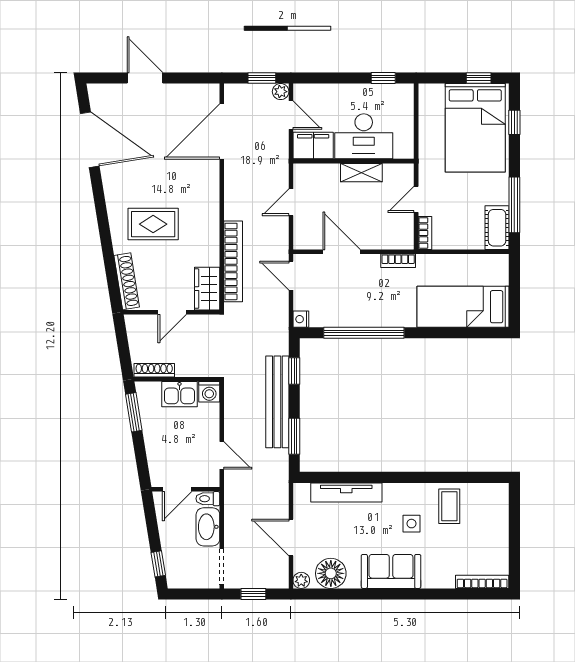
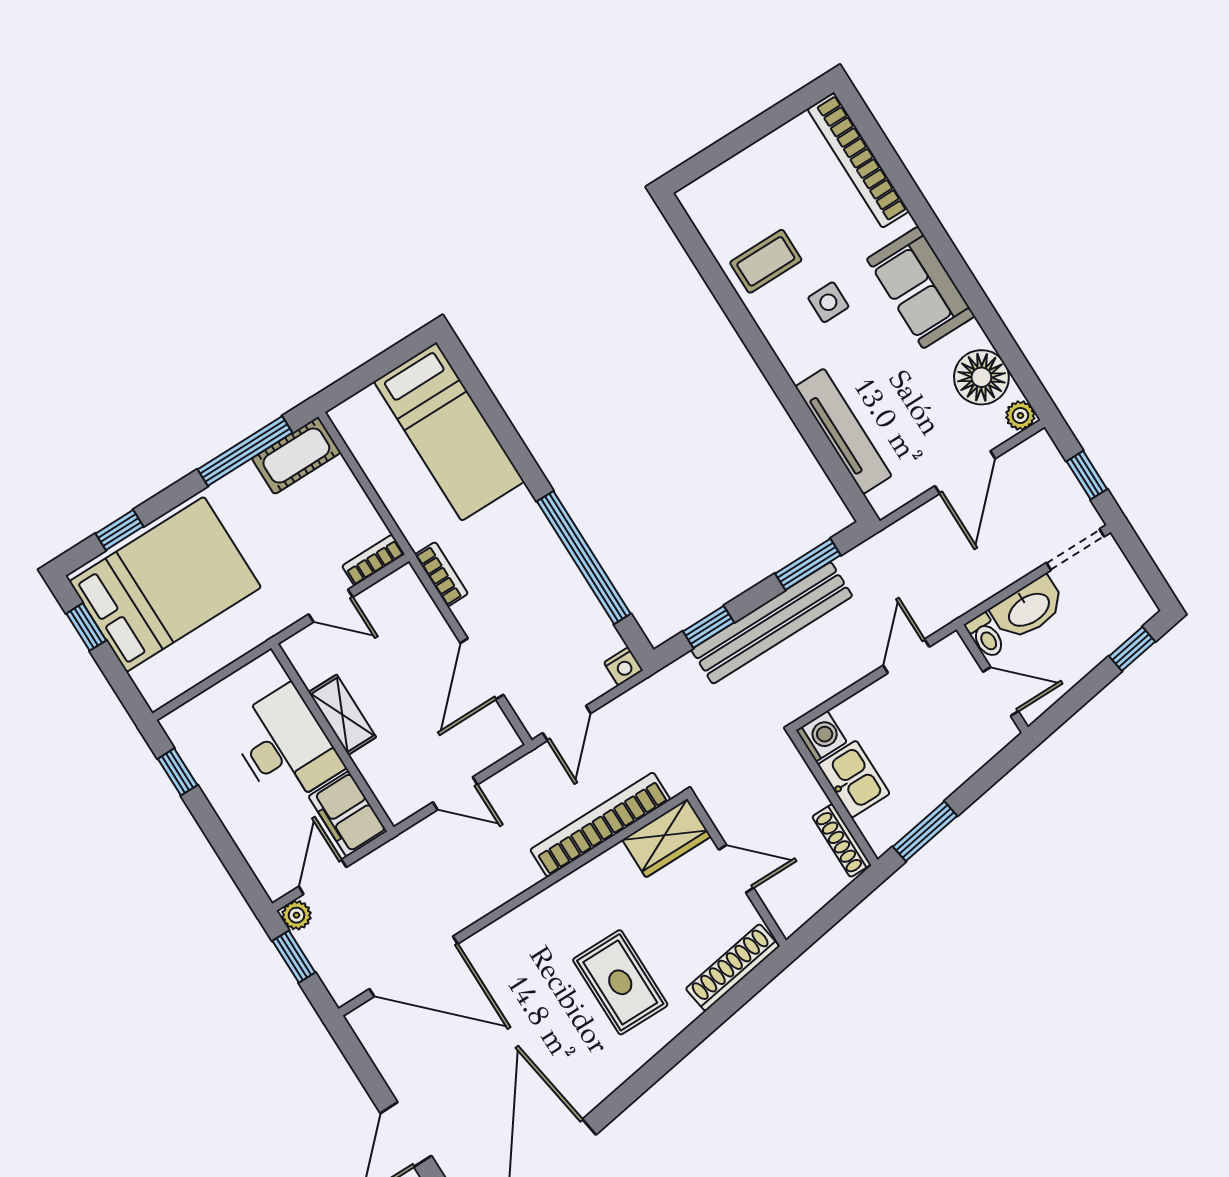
bookcase: (482, 582) -> (858, 160), width x1.48, depth x1.31

